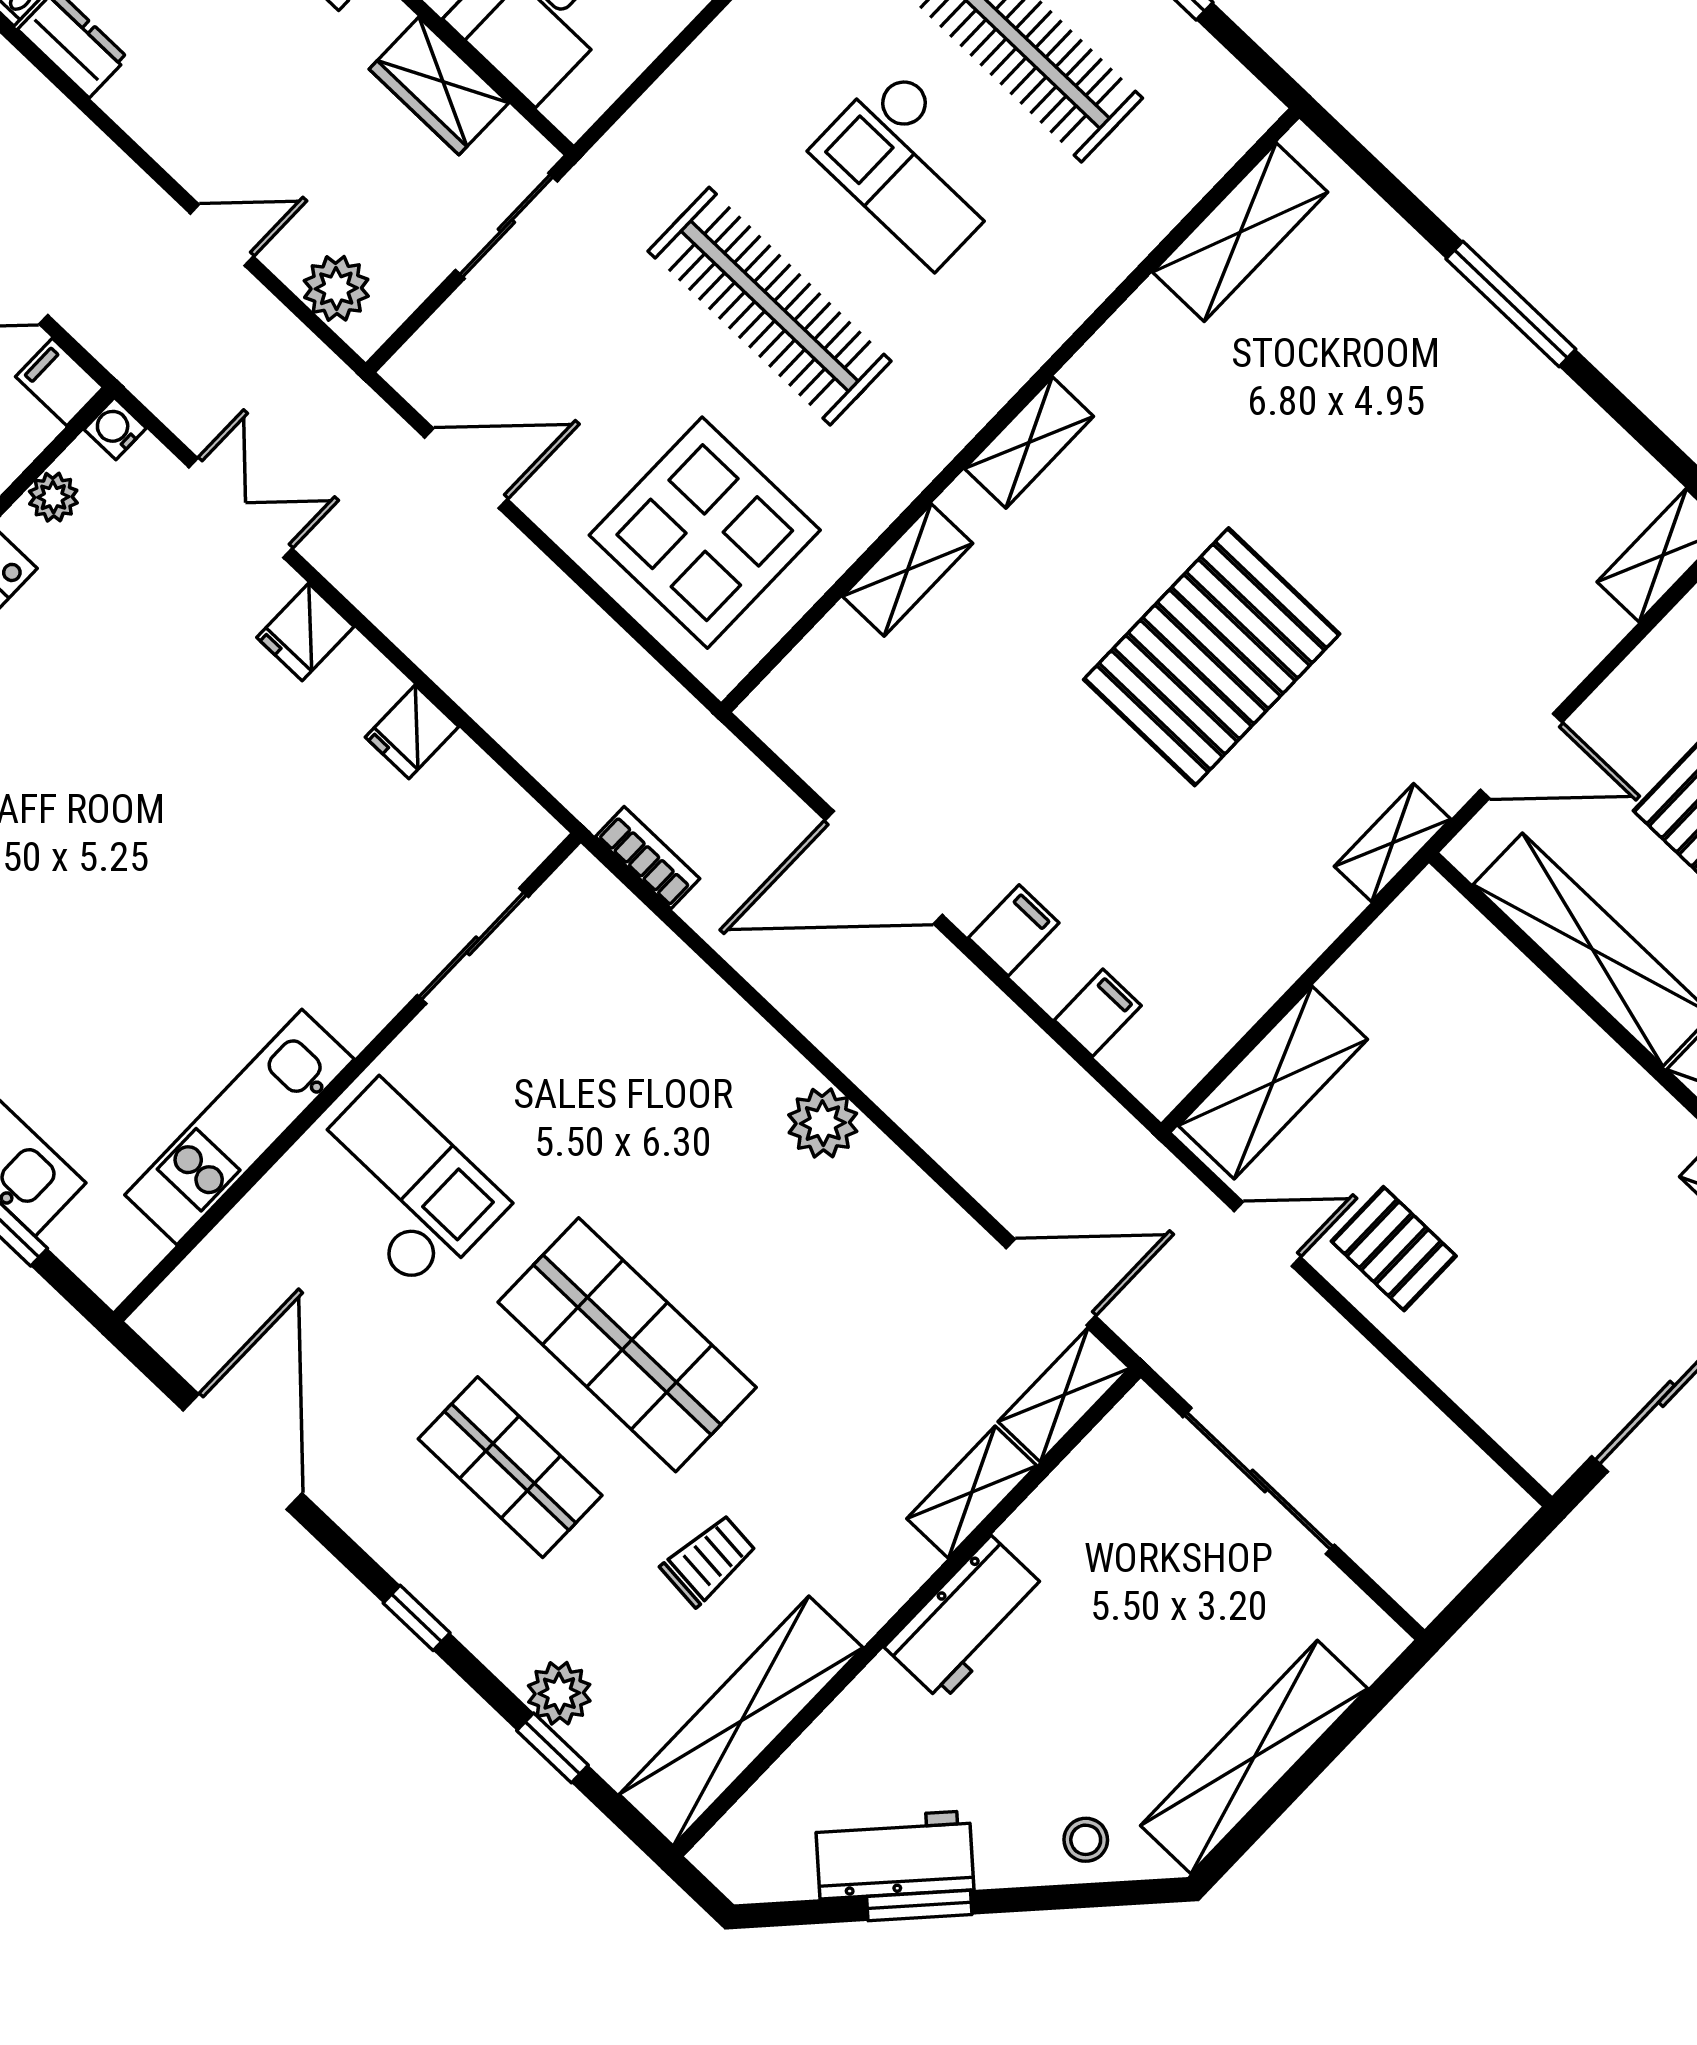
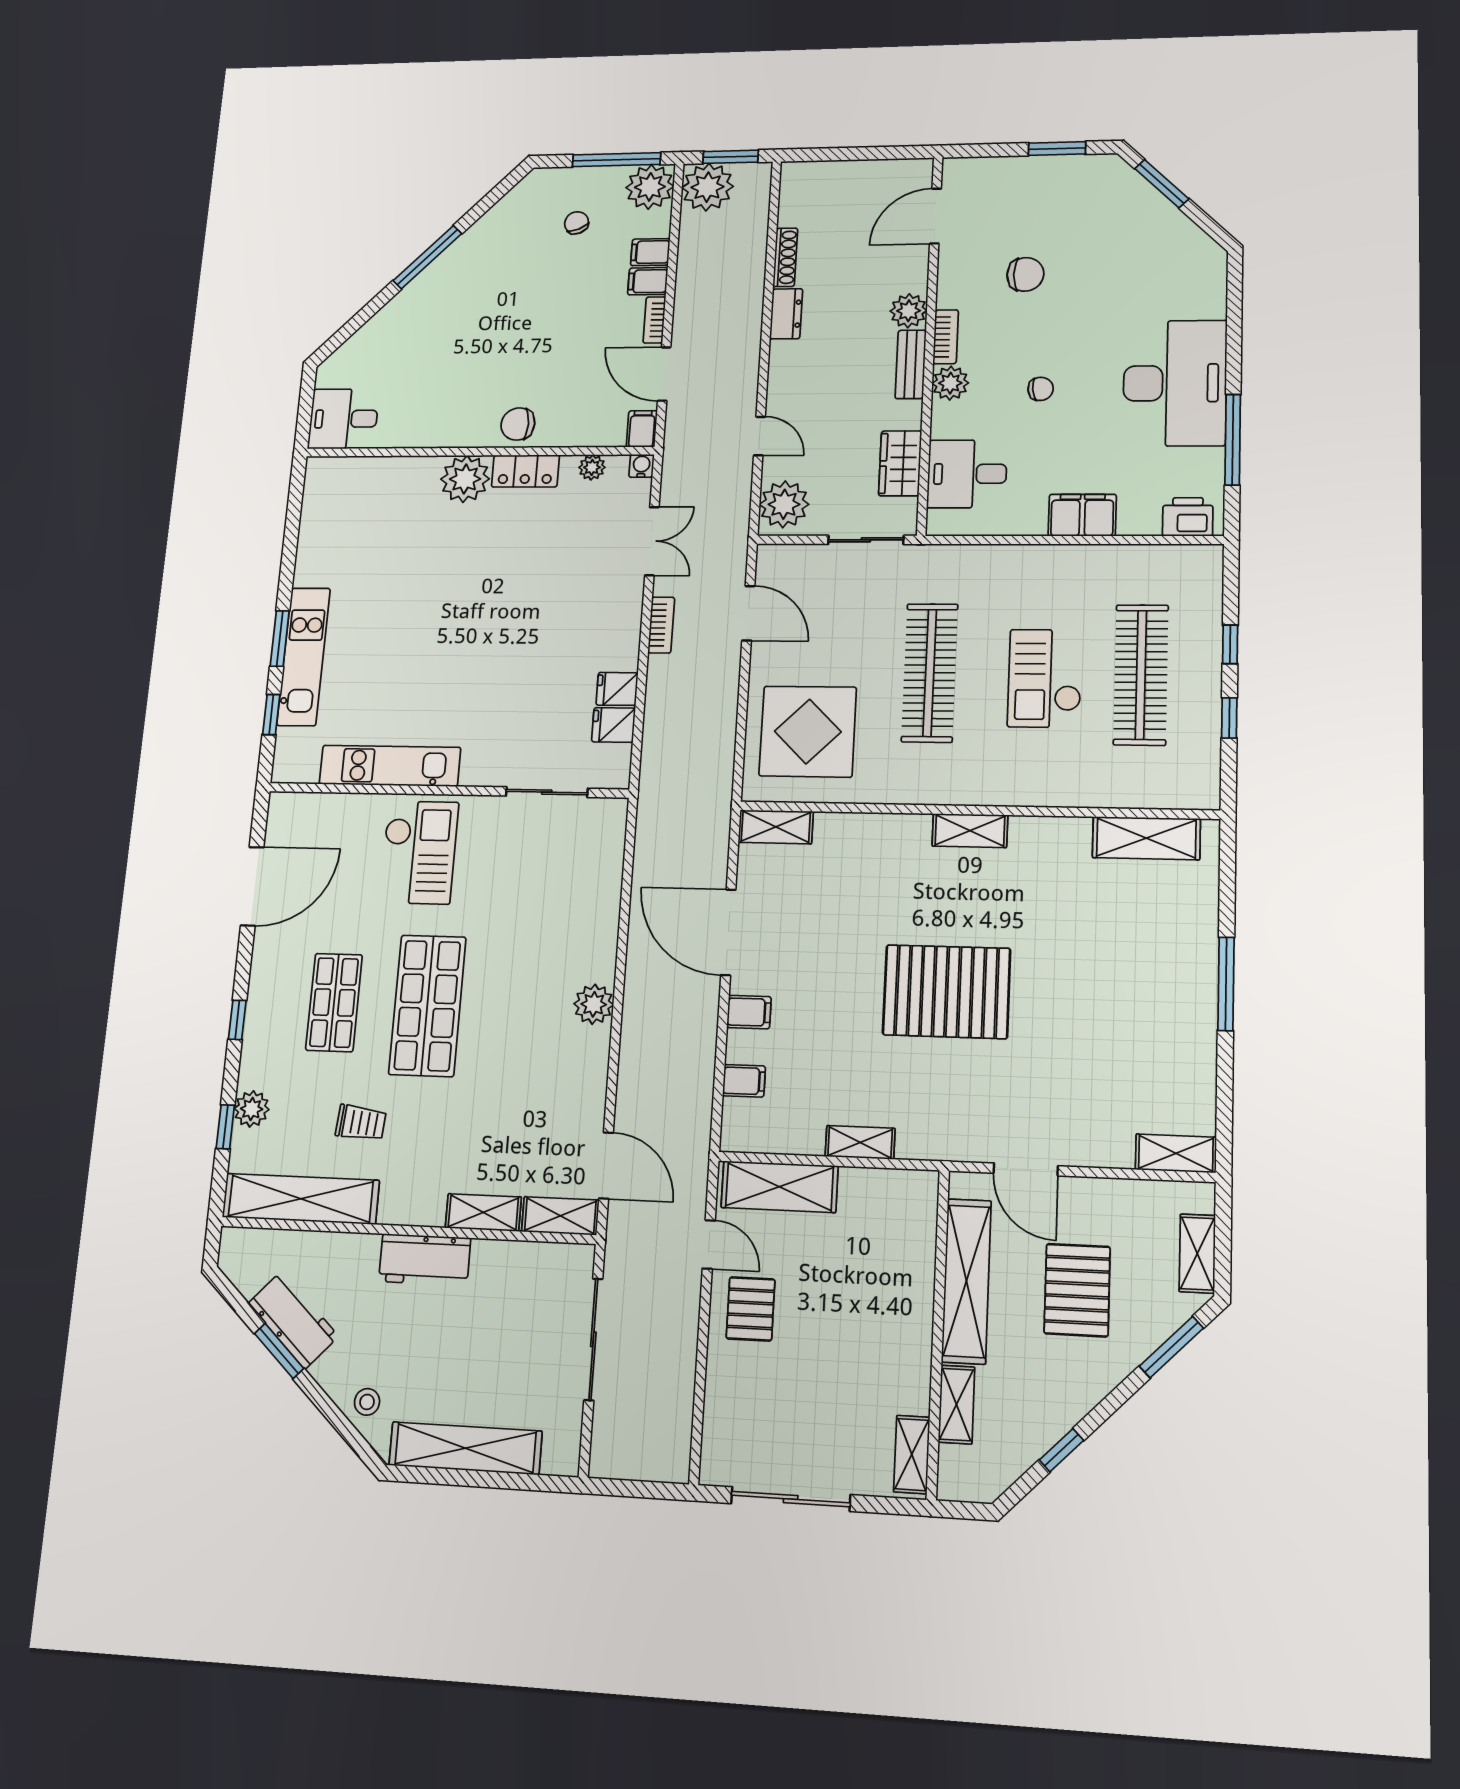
plant: (336, 288) -> (784, 504), width x1.36, depth x1.36
shelving: (908, 570) -> (776, 827), moved
fridge: (305, 632) -> (613, 725), moved
shelving: (1393, 843) -> (860, 1142), moved
bookcase: (648, 858) -> (661, 625), moved

